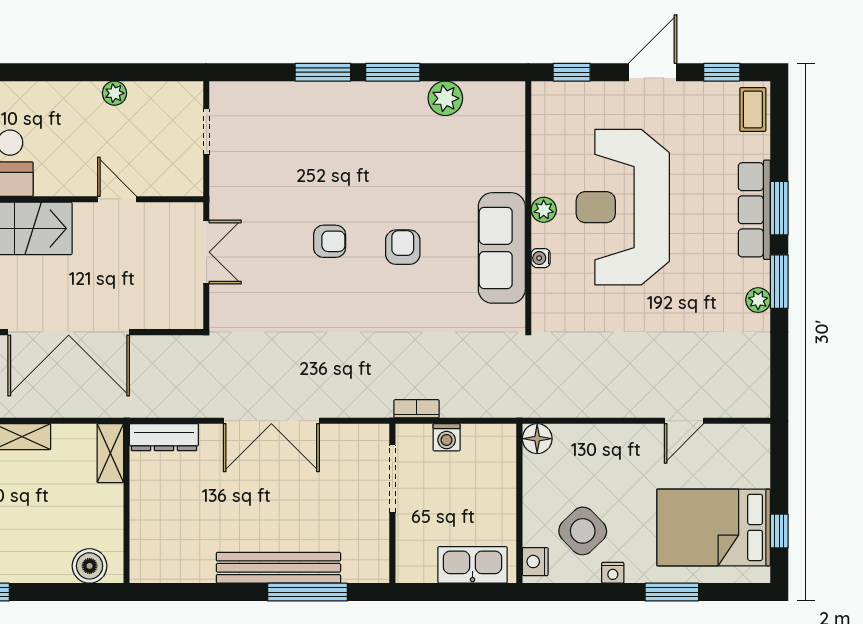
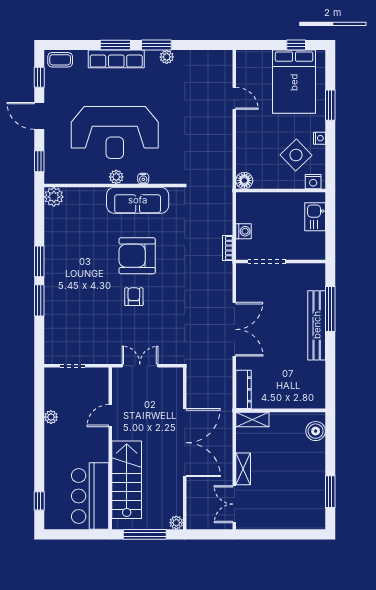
plant: (445, 98) -> (54, 197), moved
armchair: (403, 247) -> (137, 256), width x1.88, depth x1.88
kitchen sink: (472, 565) -> (315, 217), width x0.73

